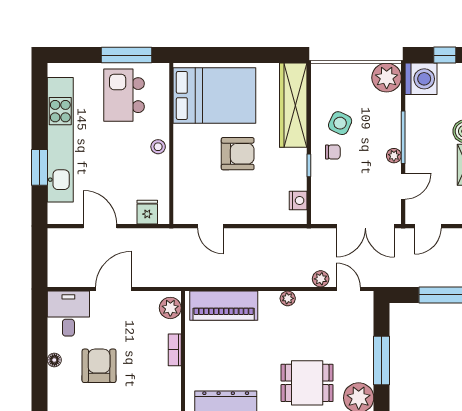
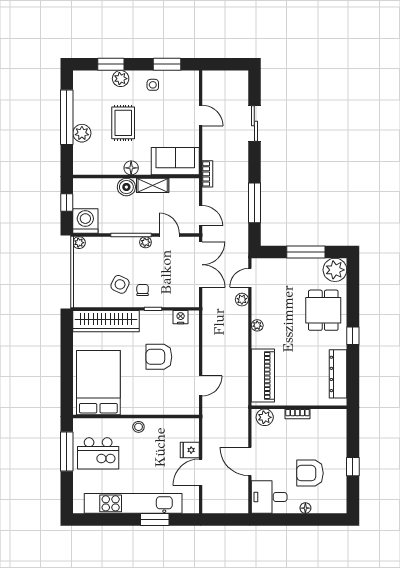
plant: (387, 78) -> (79, 243), width x0.53, depth x0.53
armchair: (238, 154) -> (159, 357), moved, turned -90
fridge: (147, 212) -> (190, 450), moved

